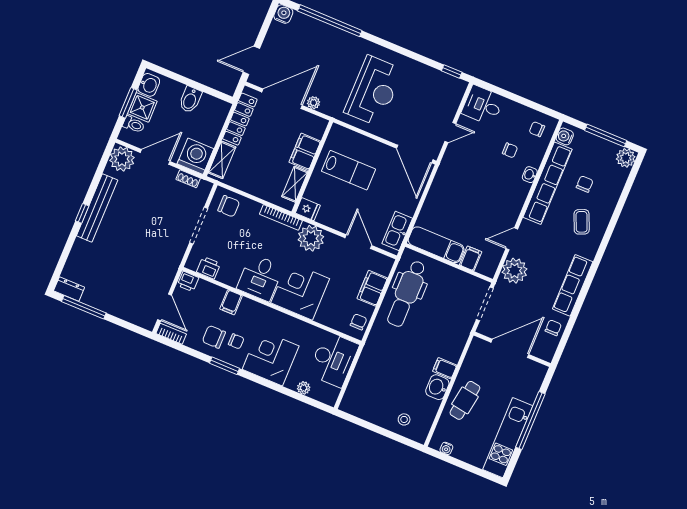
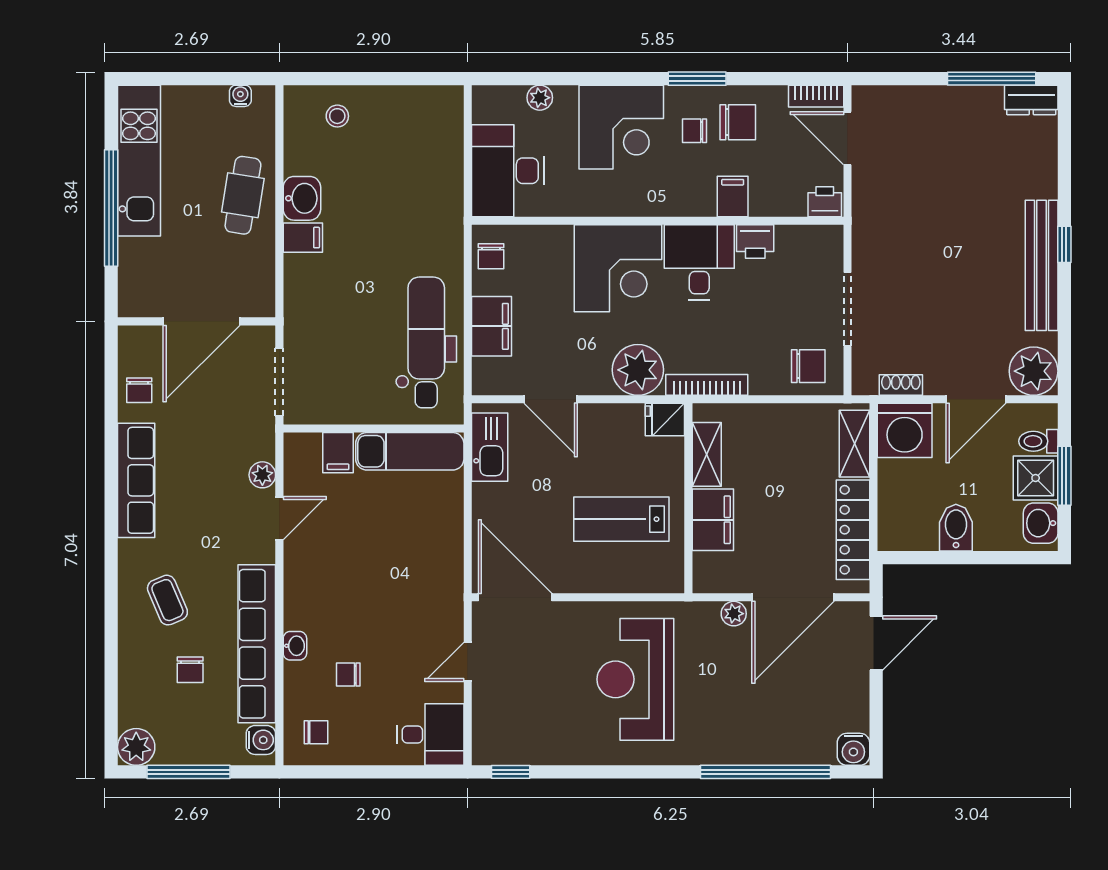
chair: (229, 206) -> (808, 366), turned 180
printer: (209, 268) -> (755, 241), moved
plant: (515, 271) -> (262, 475), width x0.53, depth x0.53

